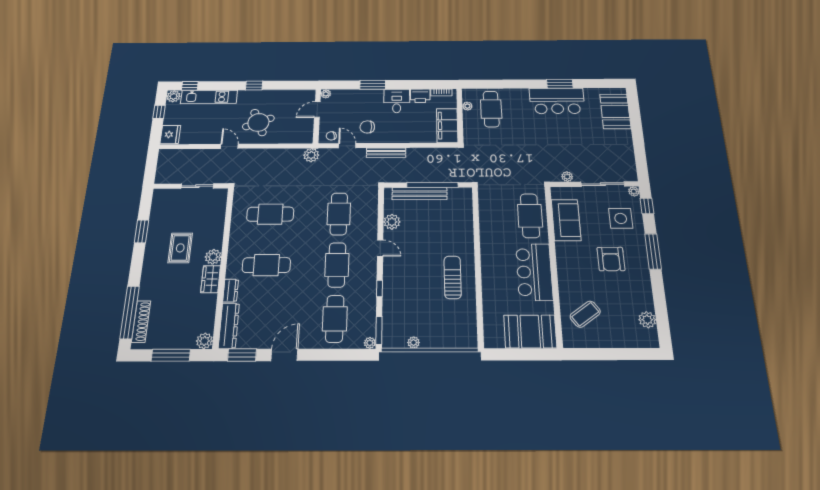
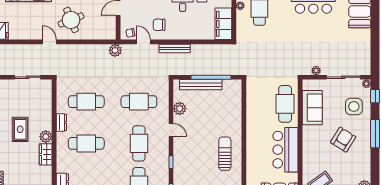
cafe table: (339, 214) -> (139, 102), turned 90
armchair: (611, 259) -> (343, 140), turned -148
dresser: (231, 291) -> (61, 122), moved

